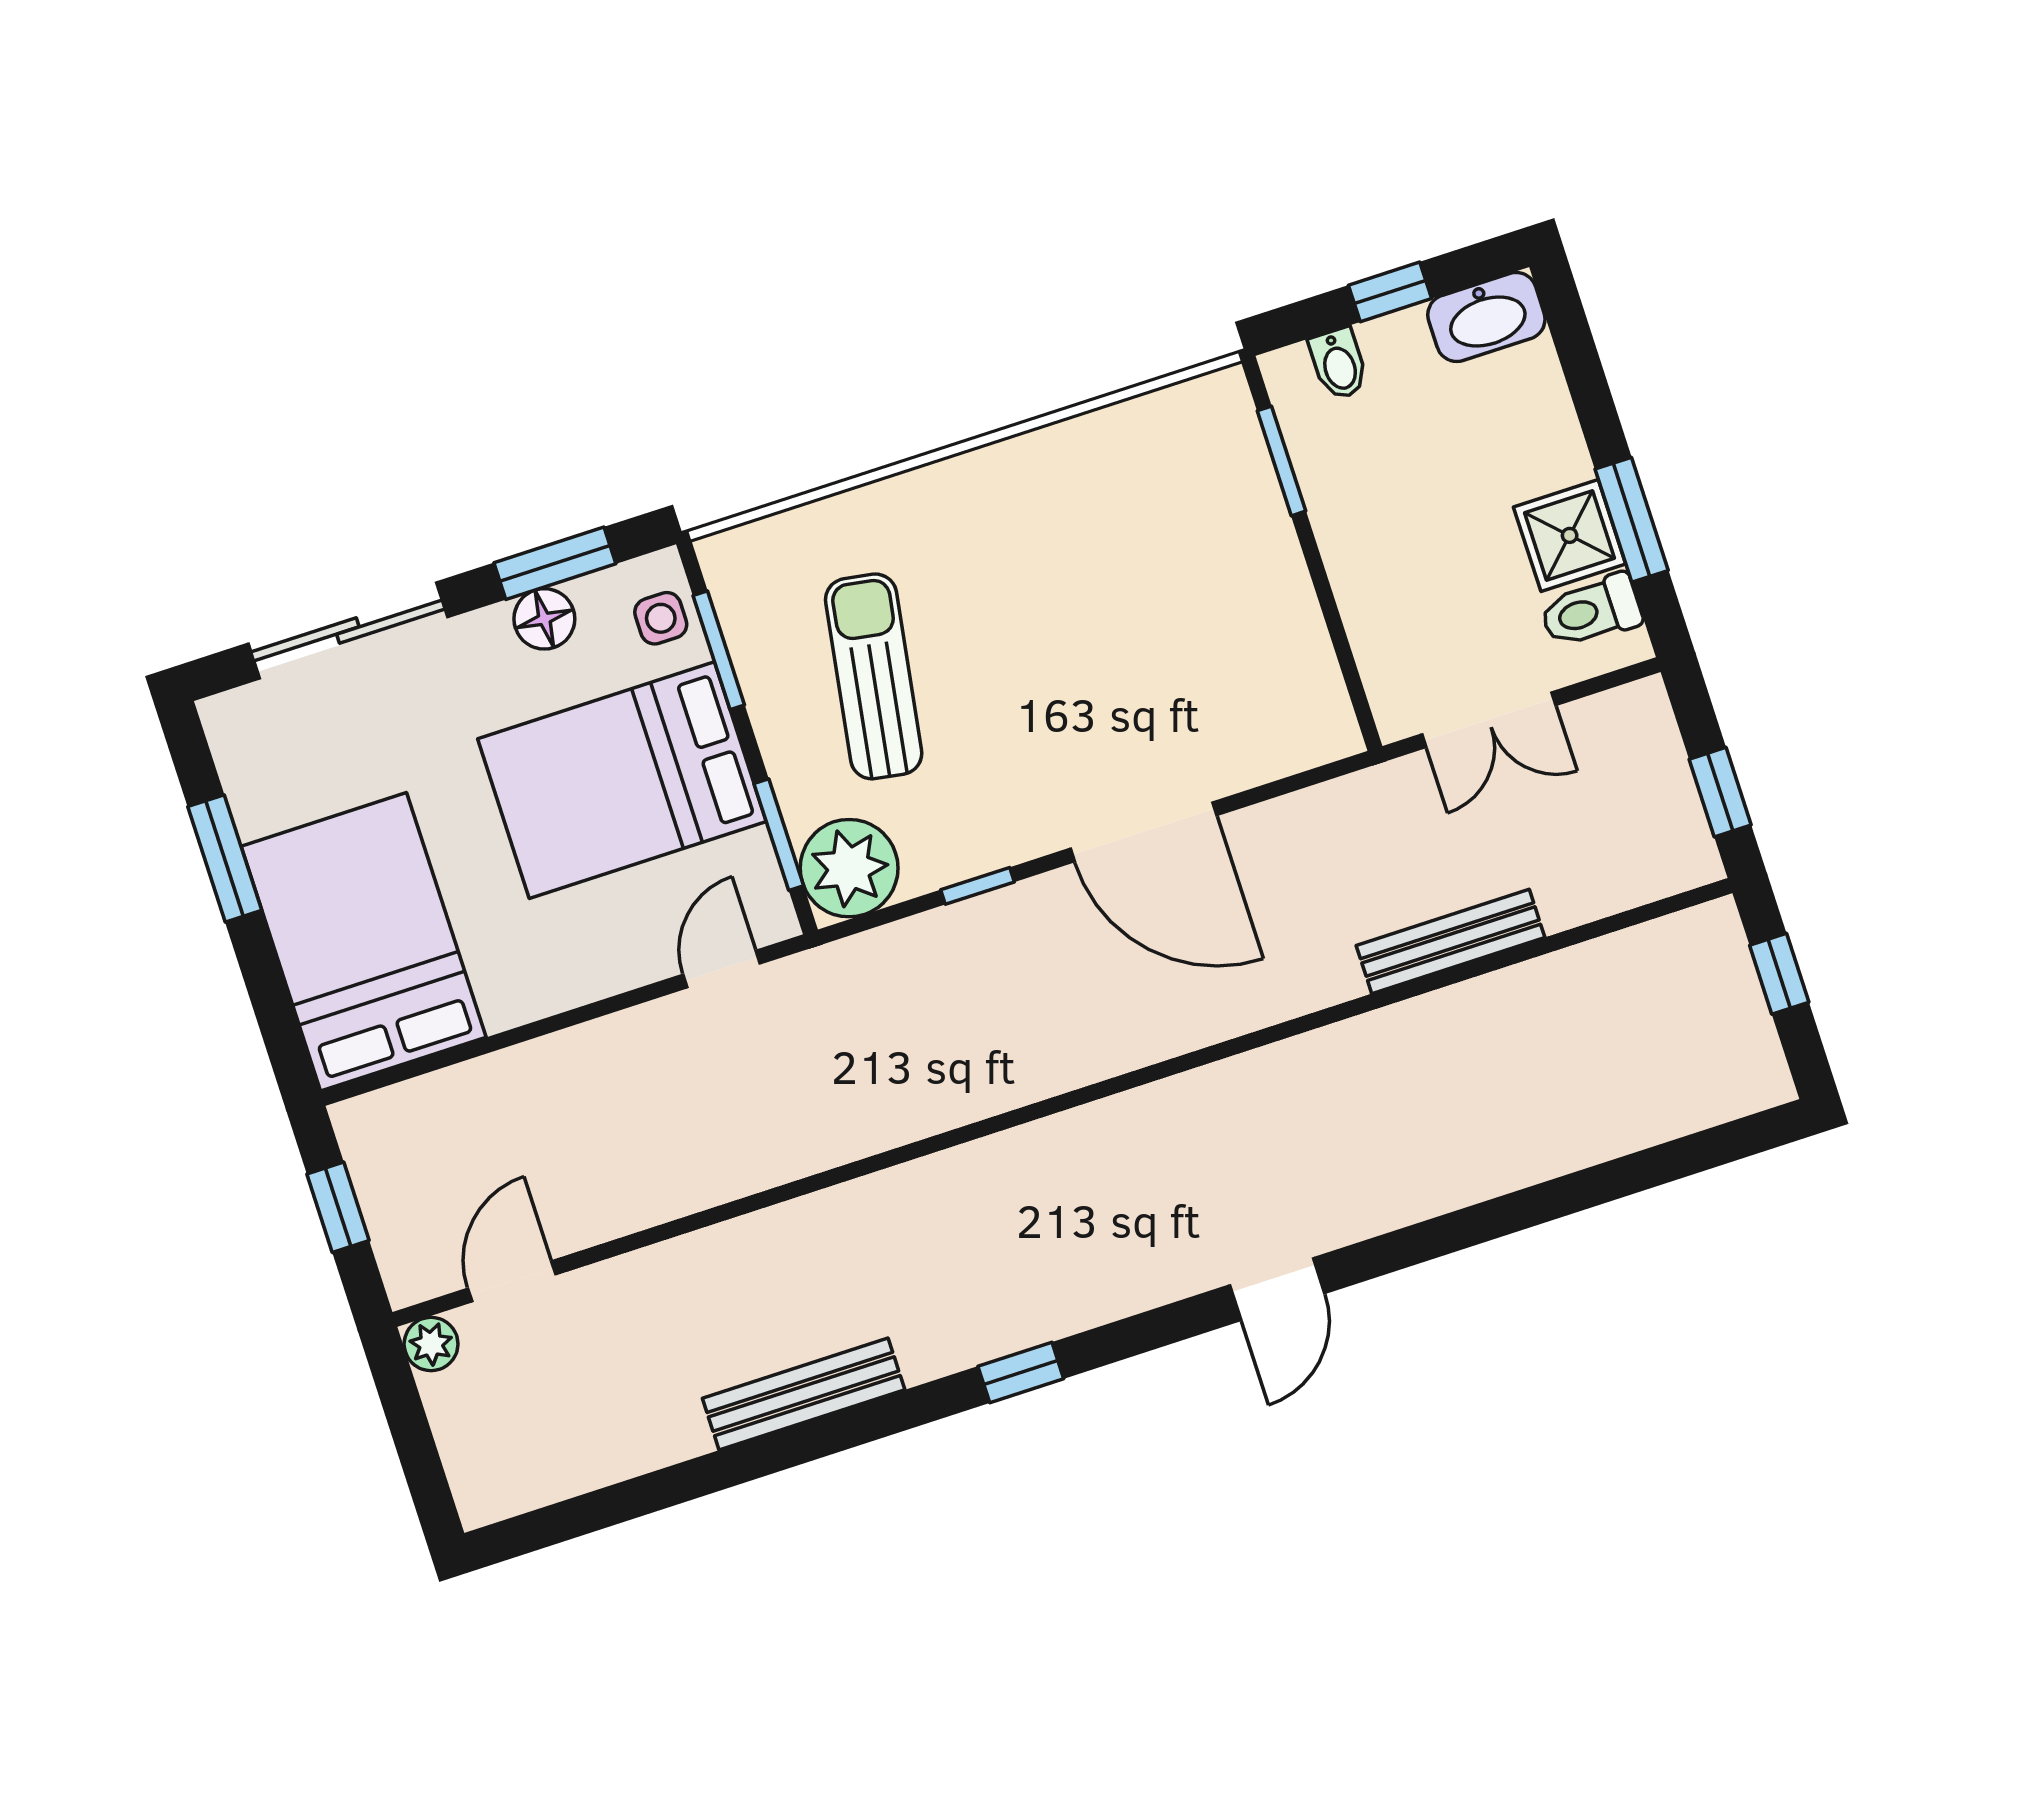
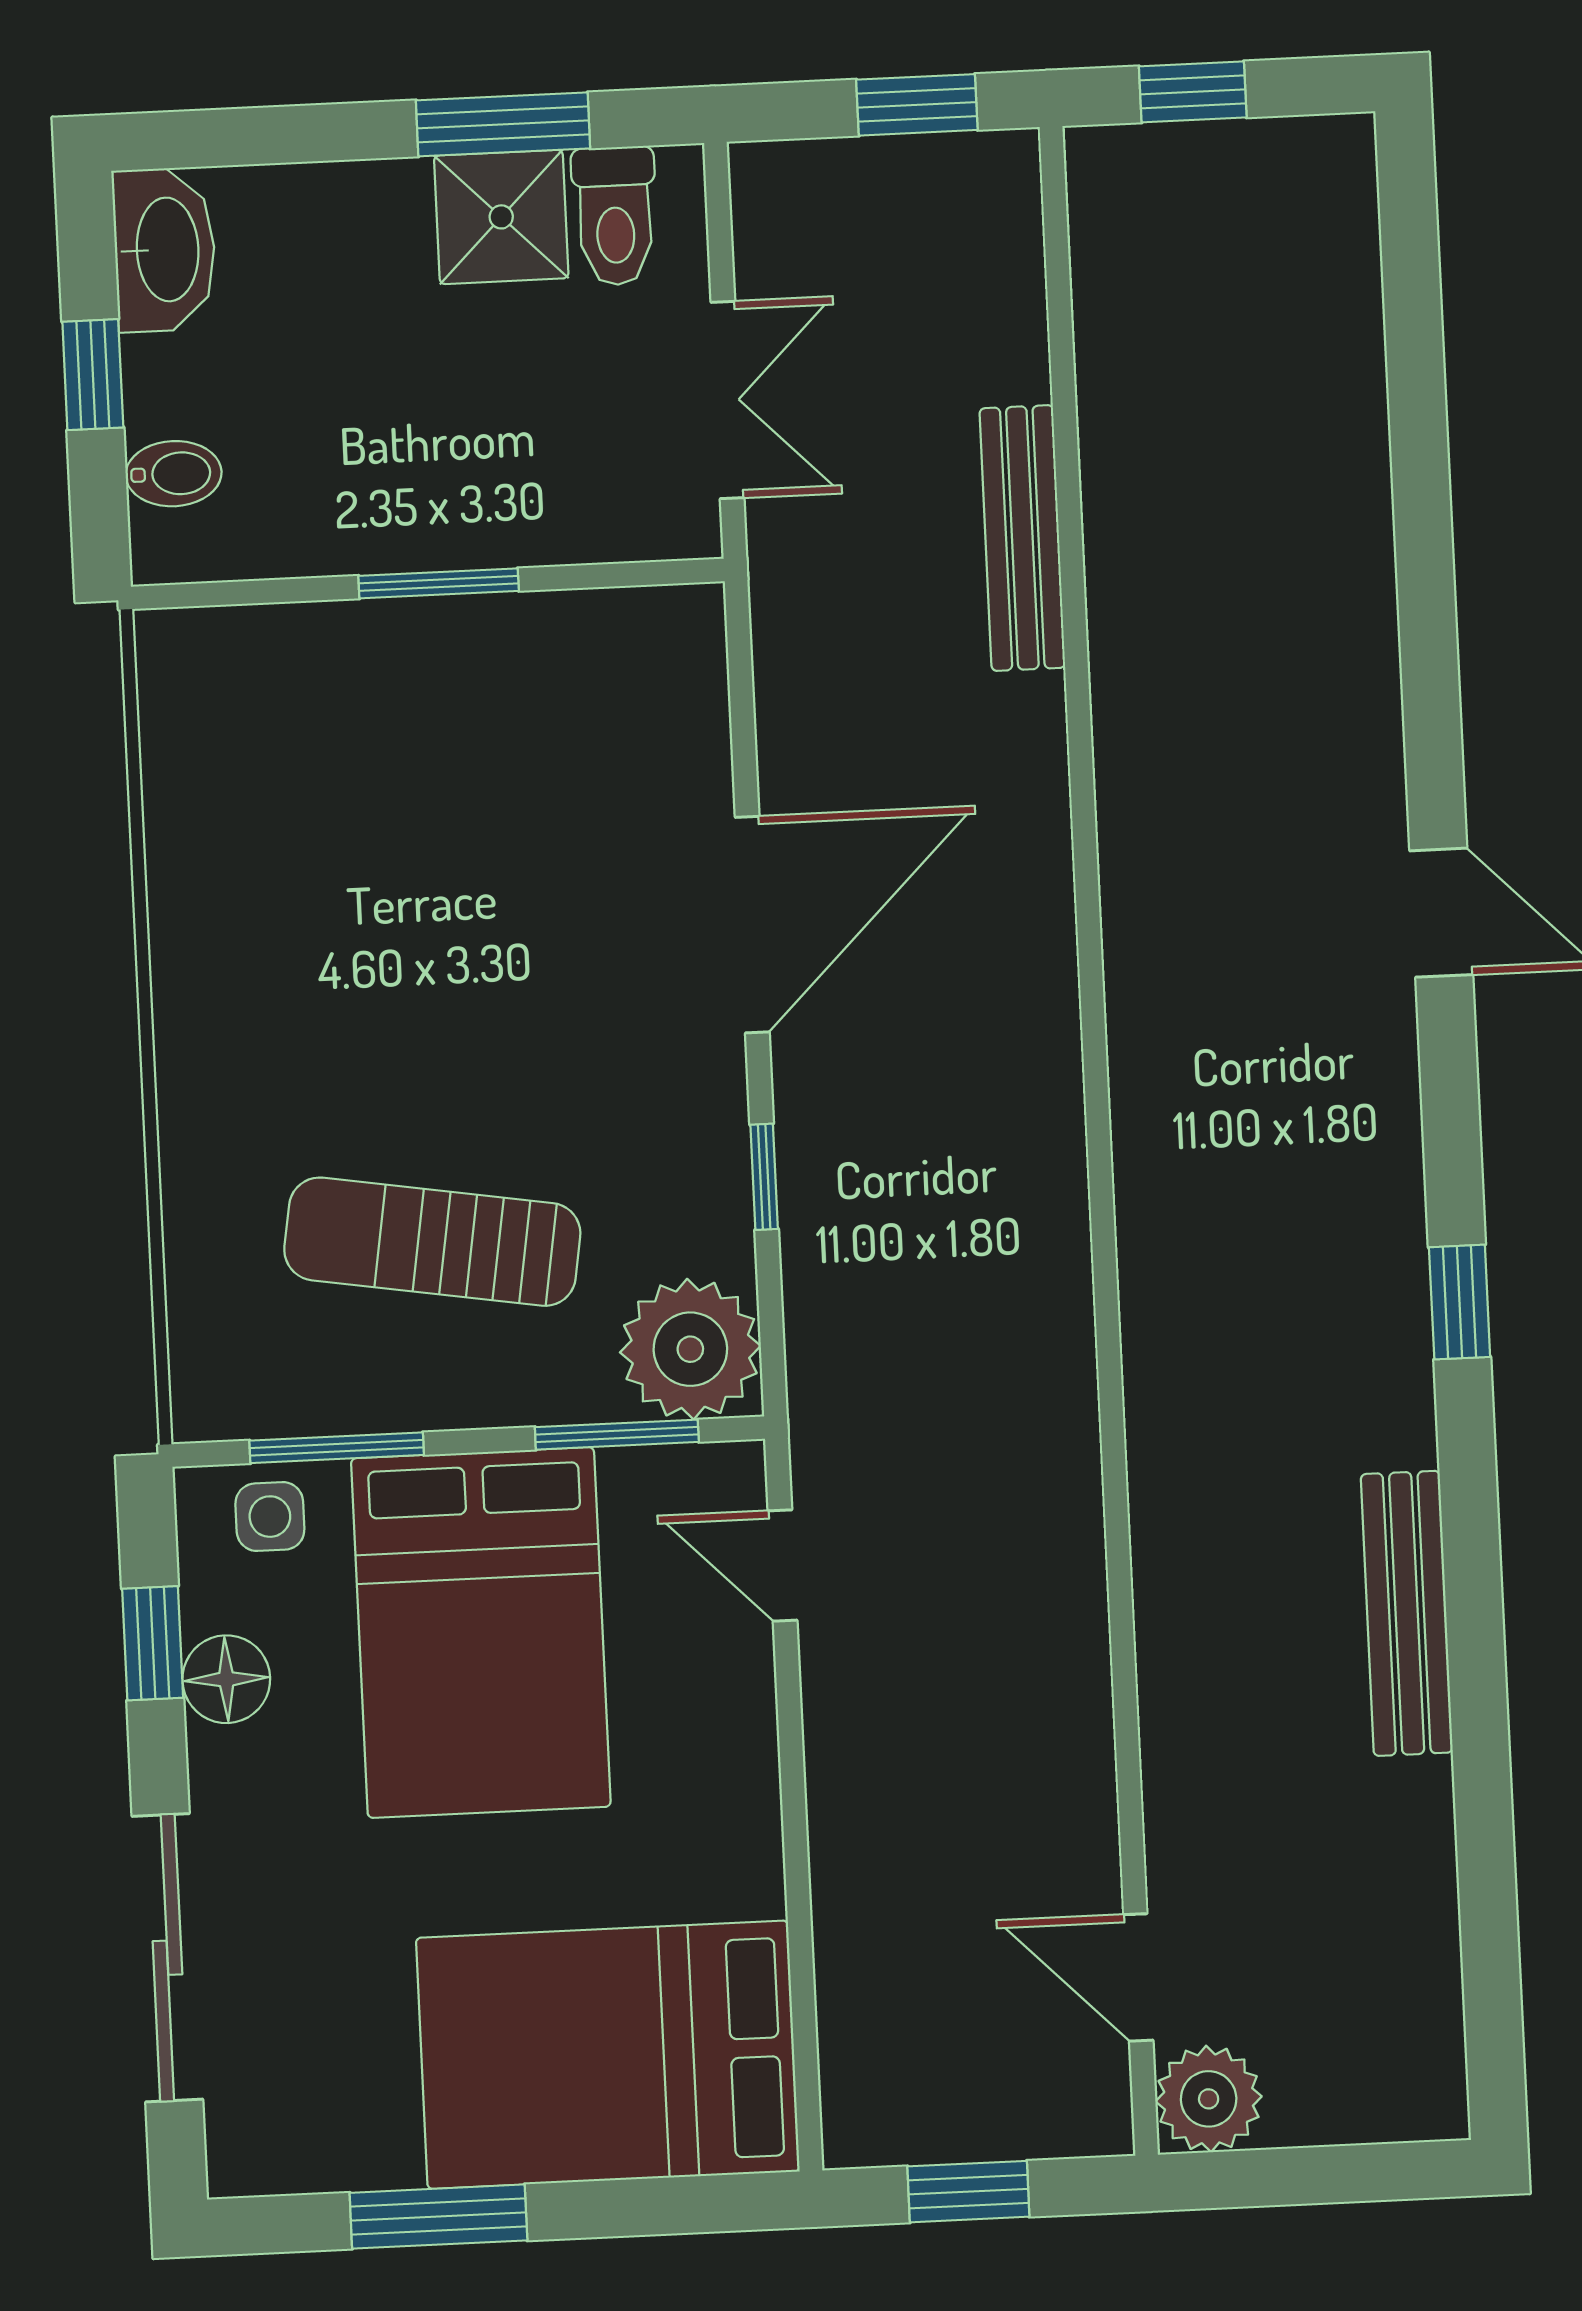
window: (1281, 461) -> (439, 583), moved
window: (555, 563) -> (153, 1643), width x0.67
plant: (431, 1344) -> (1209, 2099), width x1.38, depth x1.38

